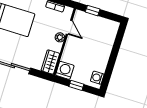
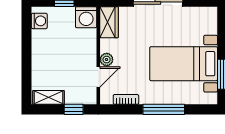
shelving: (107, 24) -> (48, 97), added
door: (69, 27) -> (98, 77), swing flipped

